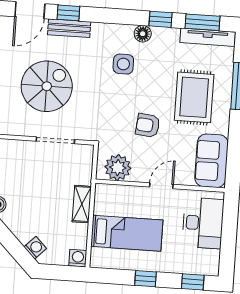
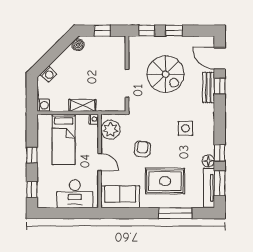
floor lamp: (143, 34) -> (208, 161), moved
nightstand: (102, 190) -> (94, 119), added

